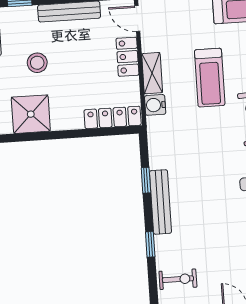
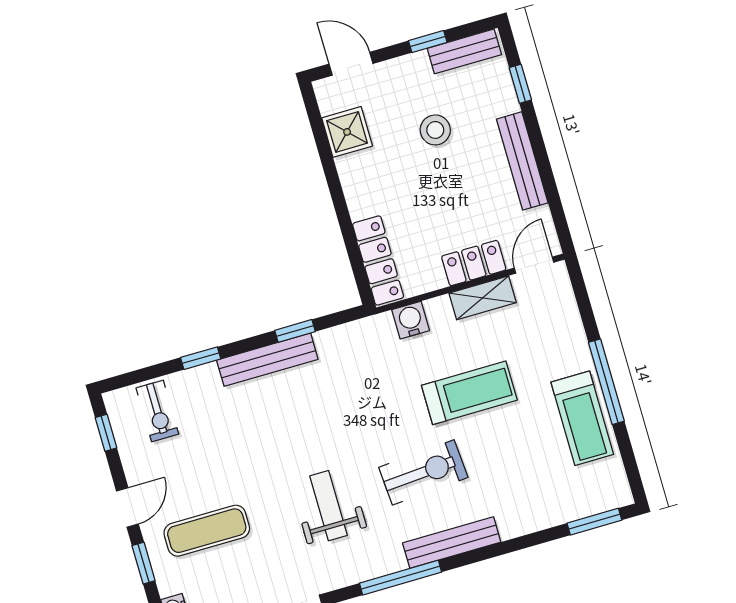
shelving: (152, 73) -> (483, 298), moved
treadmill: (210, 78) -> (469, 393), turned 180
shower: (31, 114) -> (347, 132), width x0.73, depth x0.73

